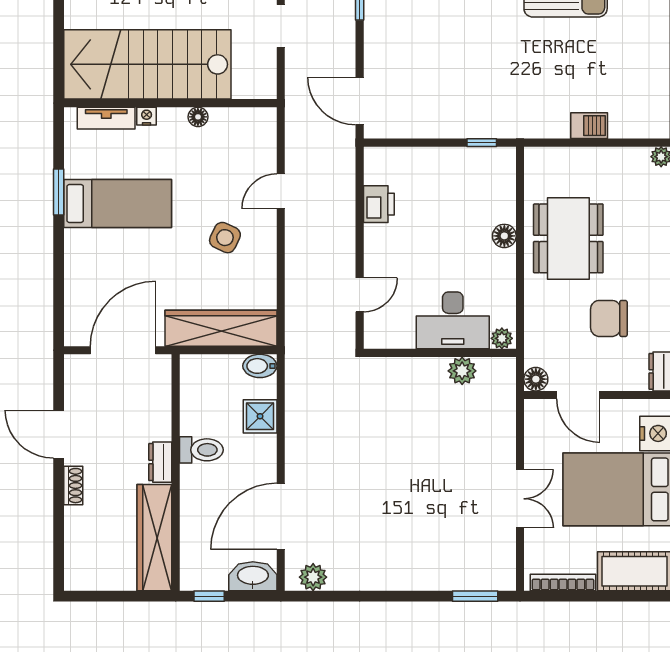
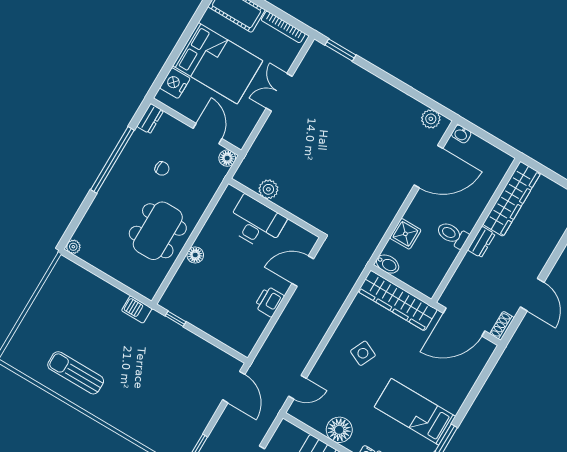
floor lamp: (198, 117) -> (339, 430), width x1.89, depth x1.89
barbecue: (589, 126) -> (137, 310), moved
door: (281, 191) -> (298, 387), moved
printer: (379, 204) -> (269, 301), moved
door: (360, 295) -> (303, 271), width x1.38
chair: (609, 318) -> (162, 168), width x0.54, depth x0.54
plant: (502, 338) -> (233, 195), removed
shoe rack: (73, 486) -> (502, 326), moved
washbasin: (253, 576) -> (461, 134), width x0.52, depth x0.69
window: (209, 596) -> (500, 144), removed

